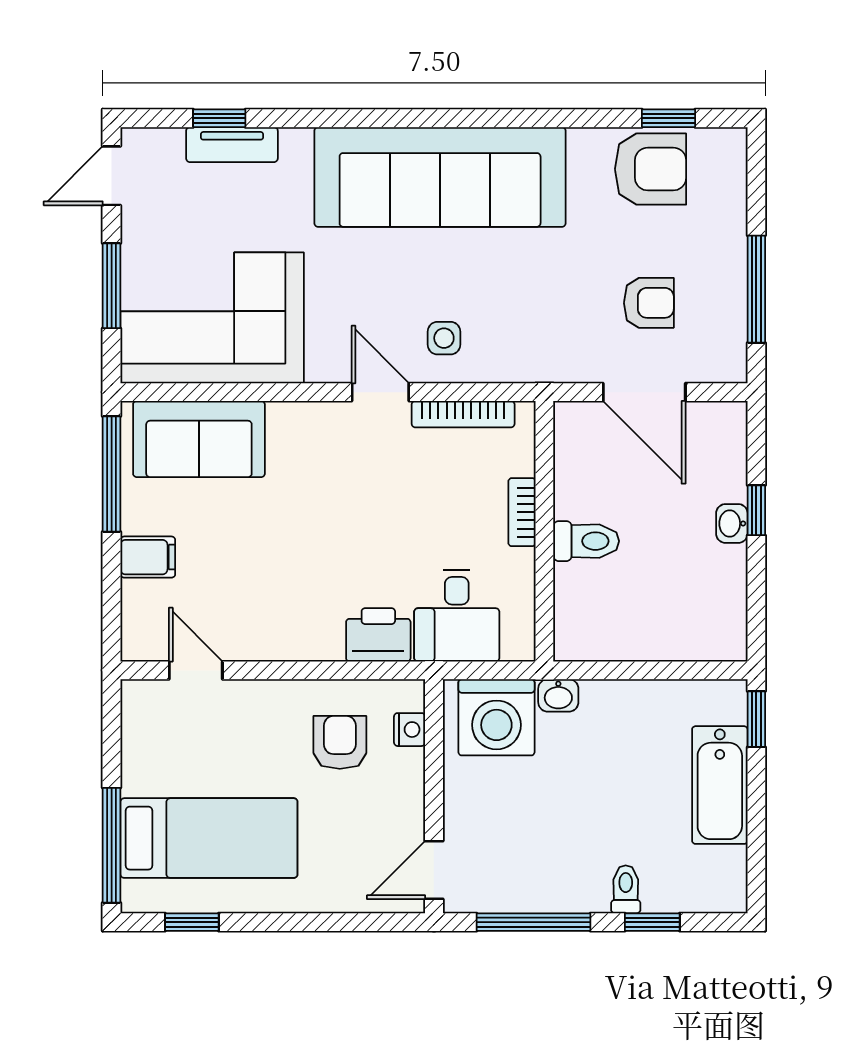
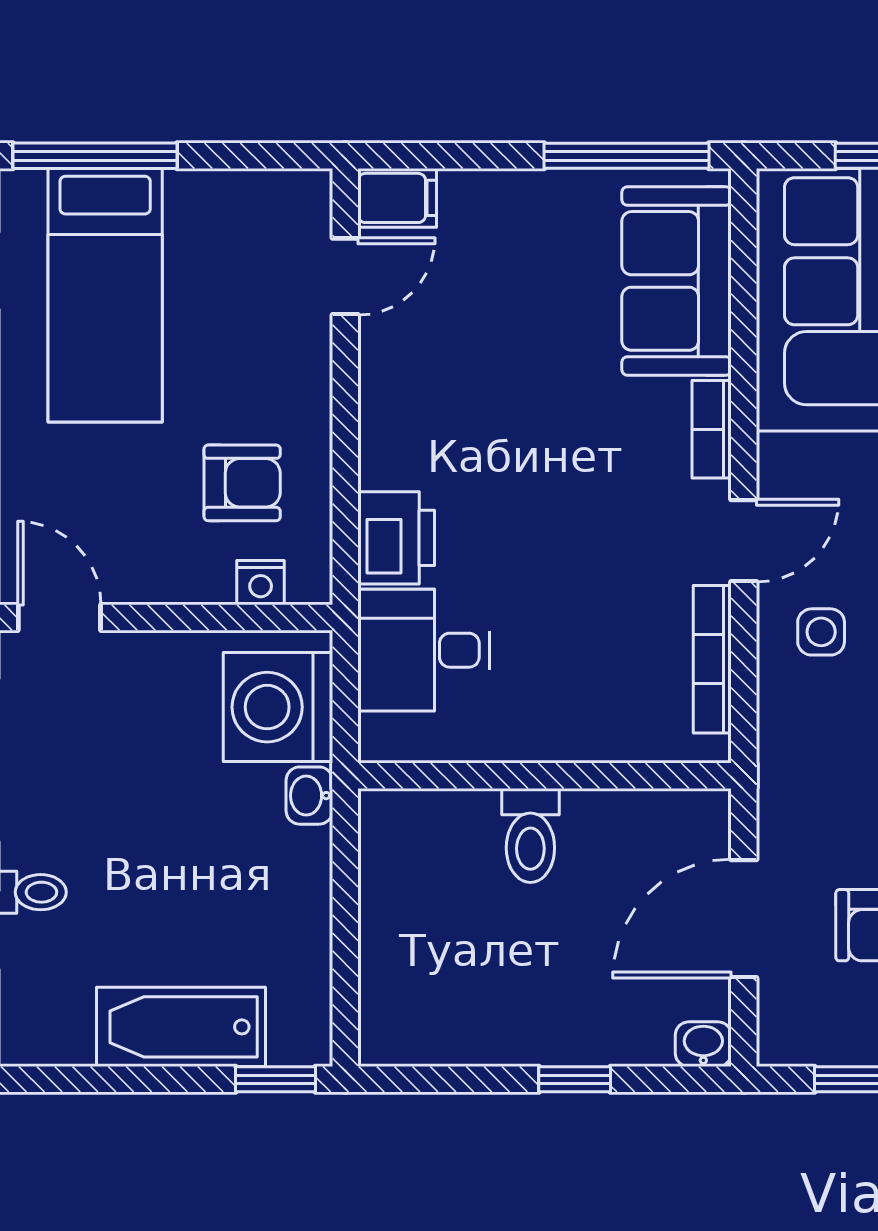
bookcase: (522, 512) -> (712, 429), moved, turned -90
washbasin: (732, 523) -> (703, 1044), moved
filing cabinet: (148, 557) -> (397, 198), moved, turned -90

